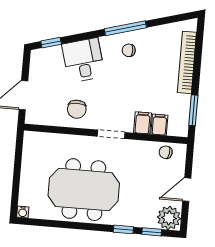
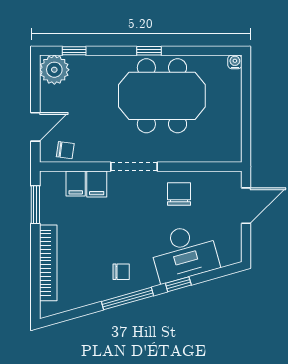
window: (51, 43) -> (178, 284), moved
desk: (83, 60) -> (184, 253), width x1.37
doorway: (111, 134) -> (134, 167), width x1.38
door: (187, 190) -> (35, 127), moved
window: (123, 229) -> (149, 51), moved

